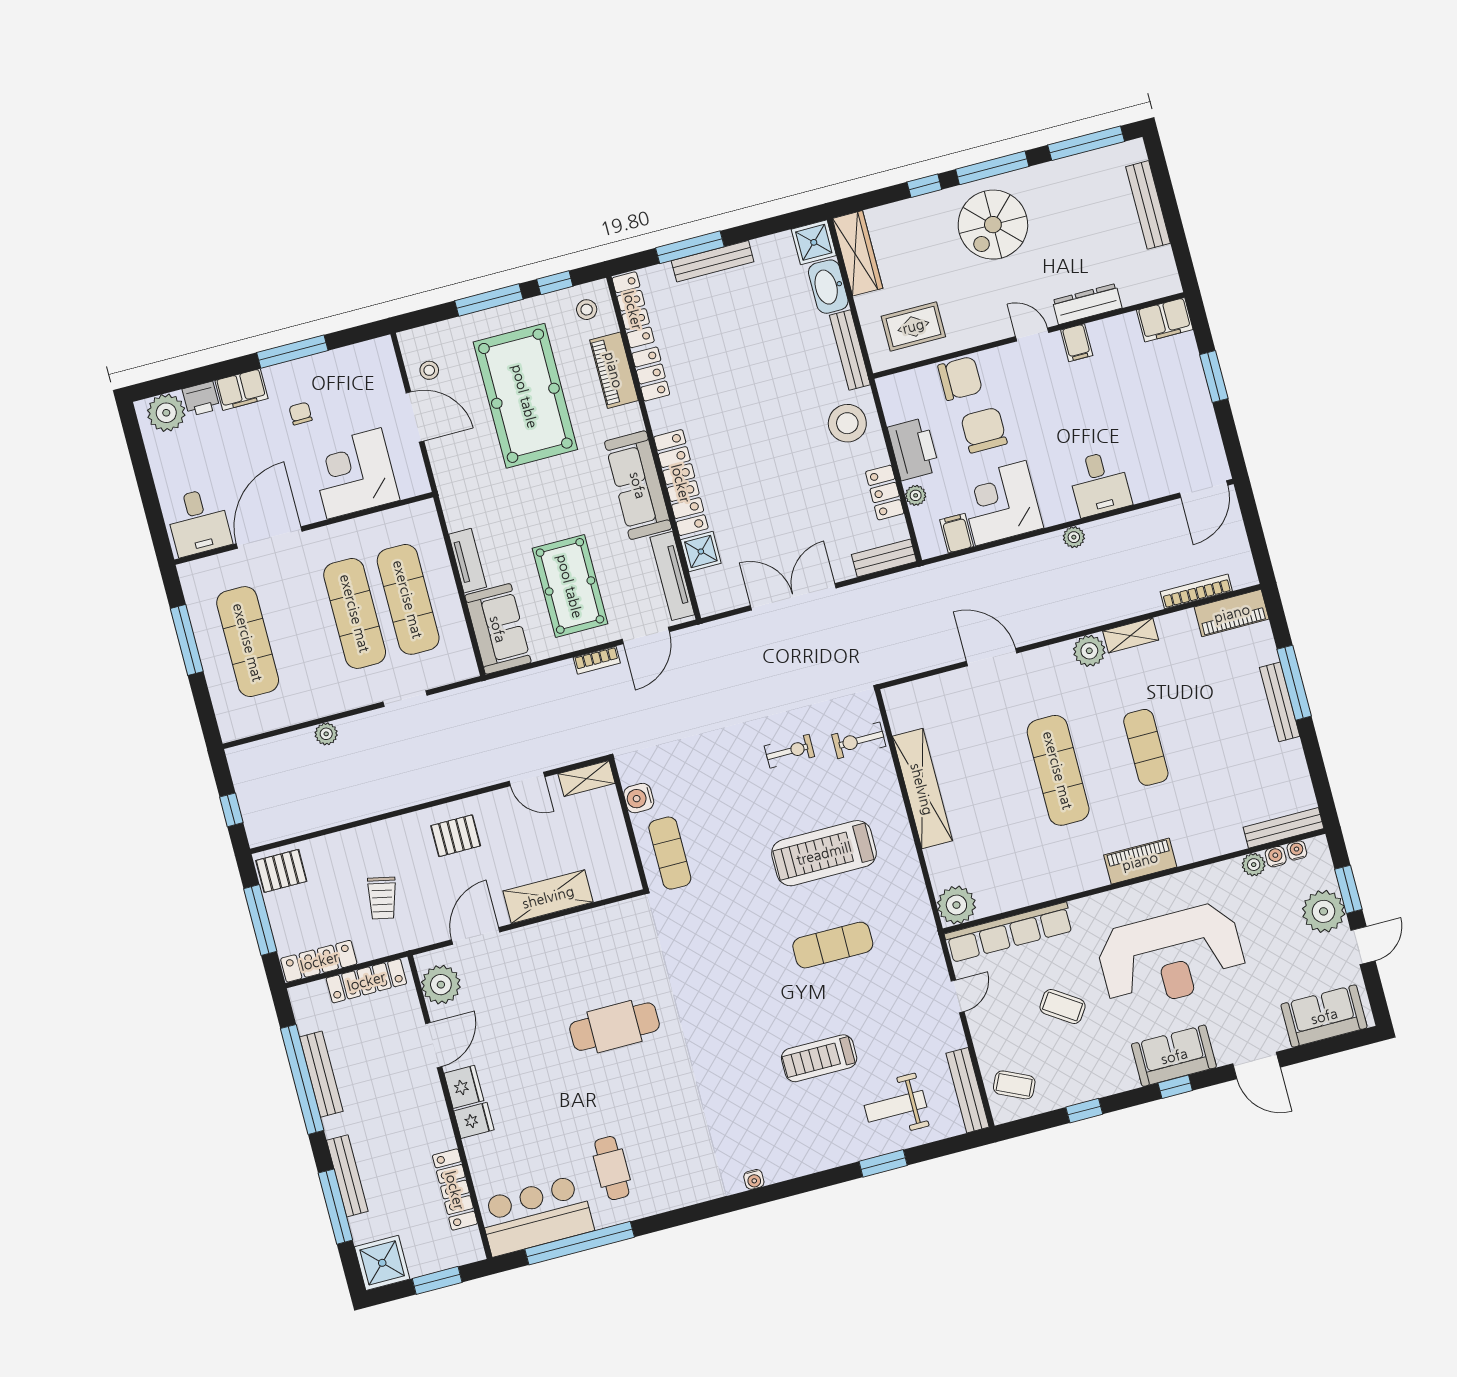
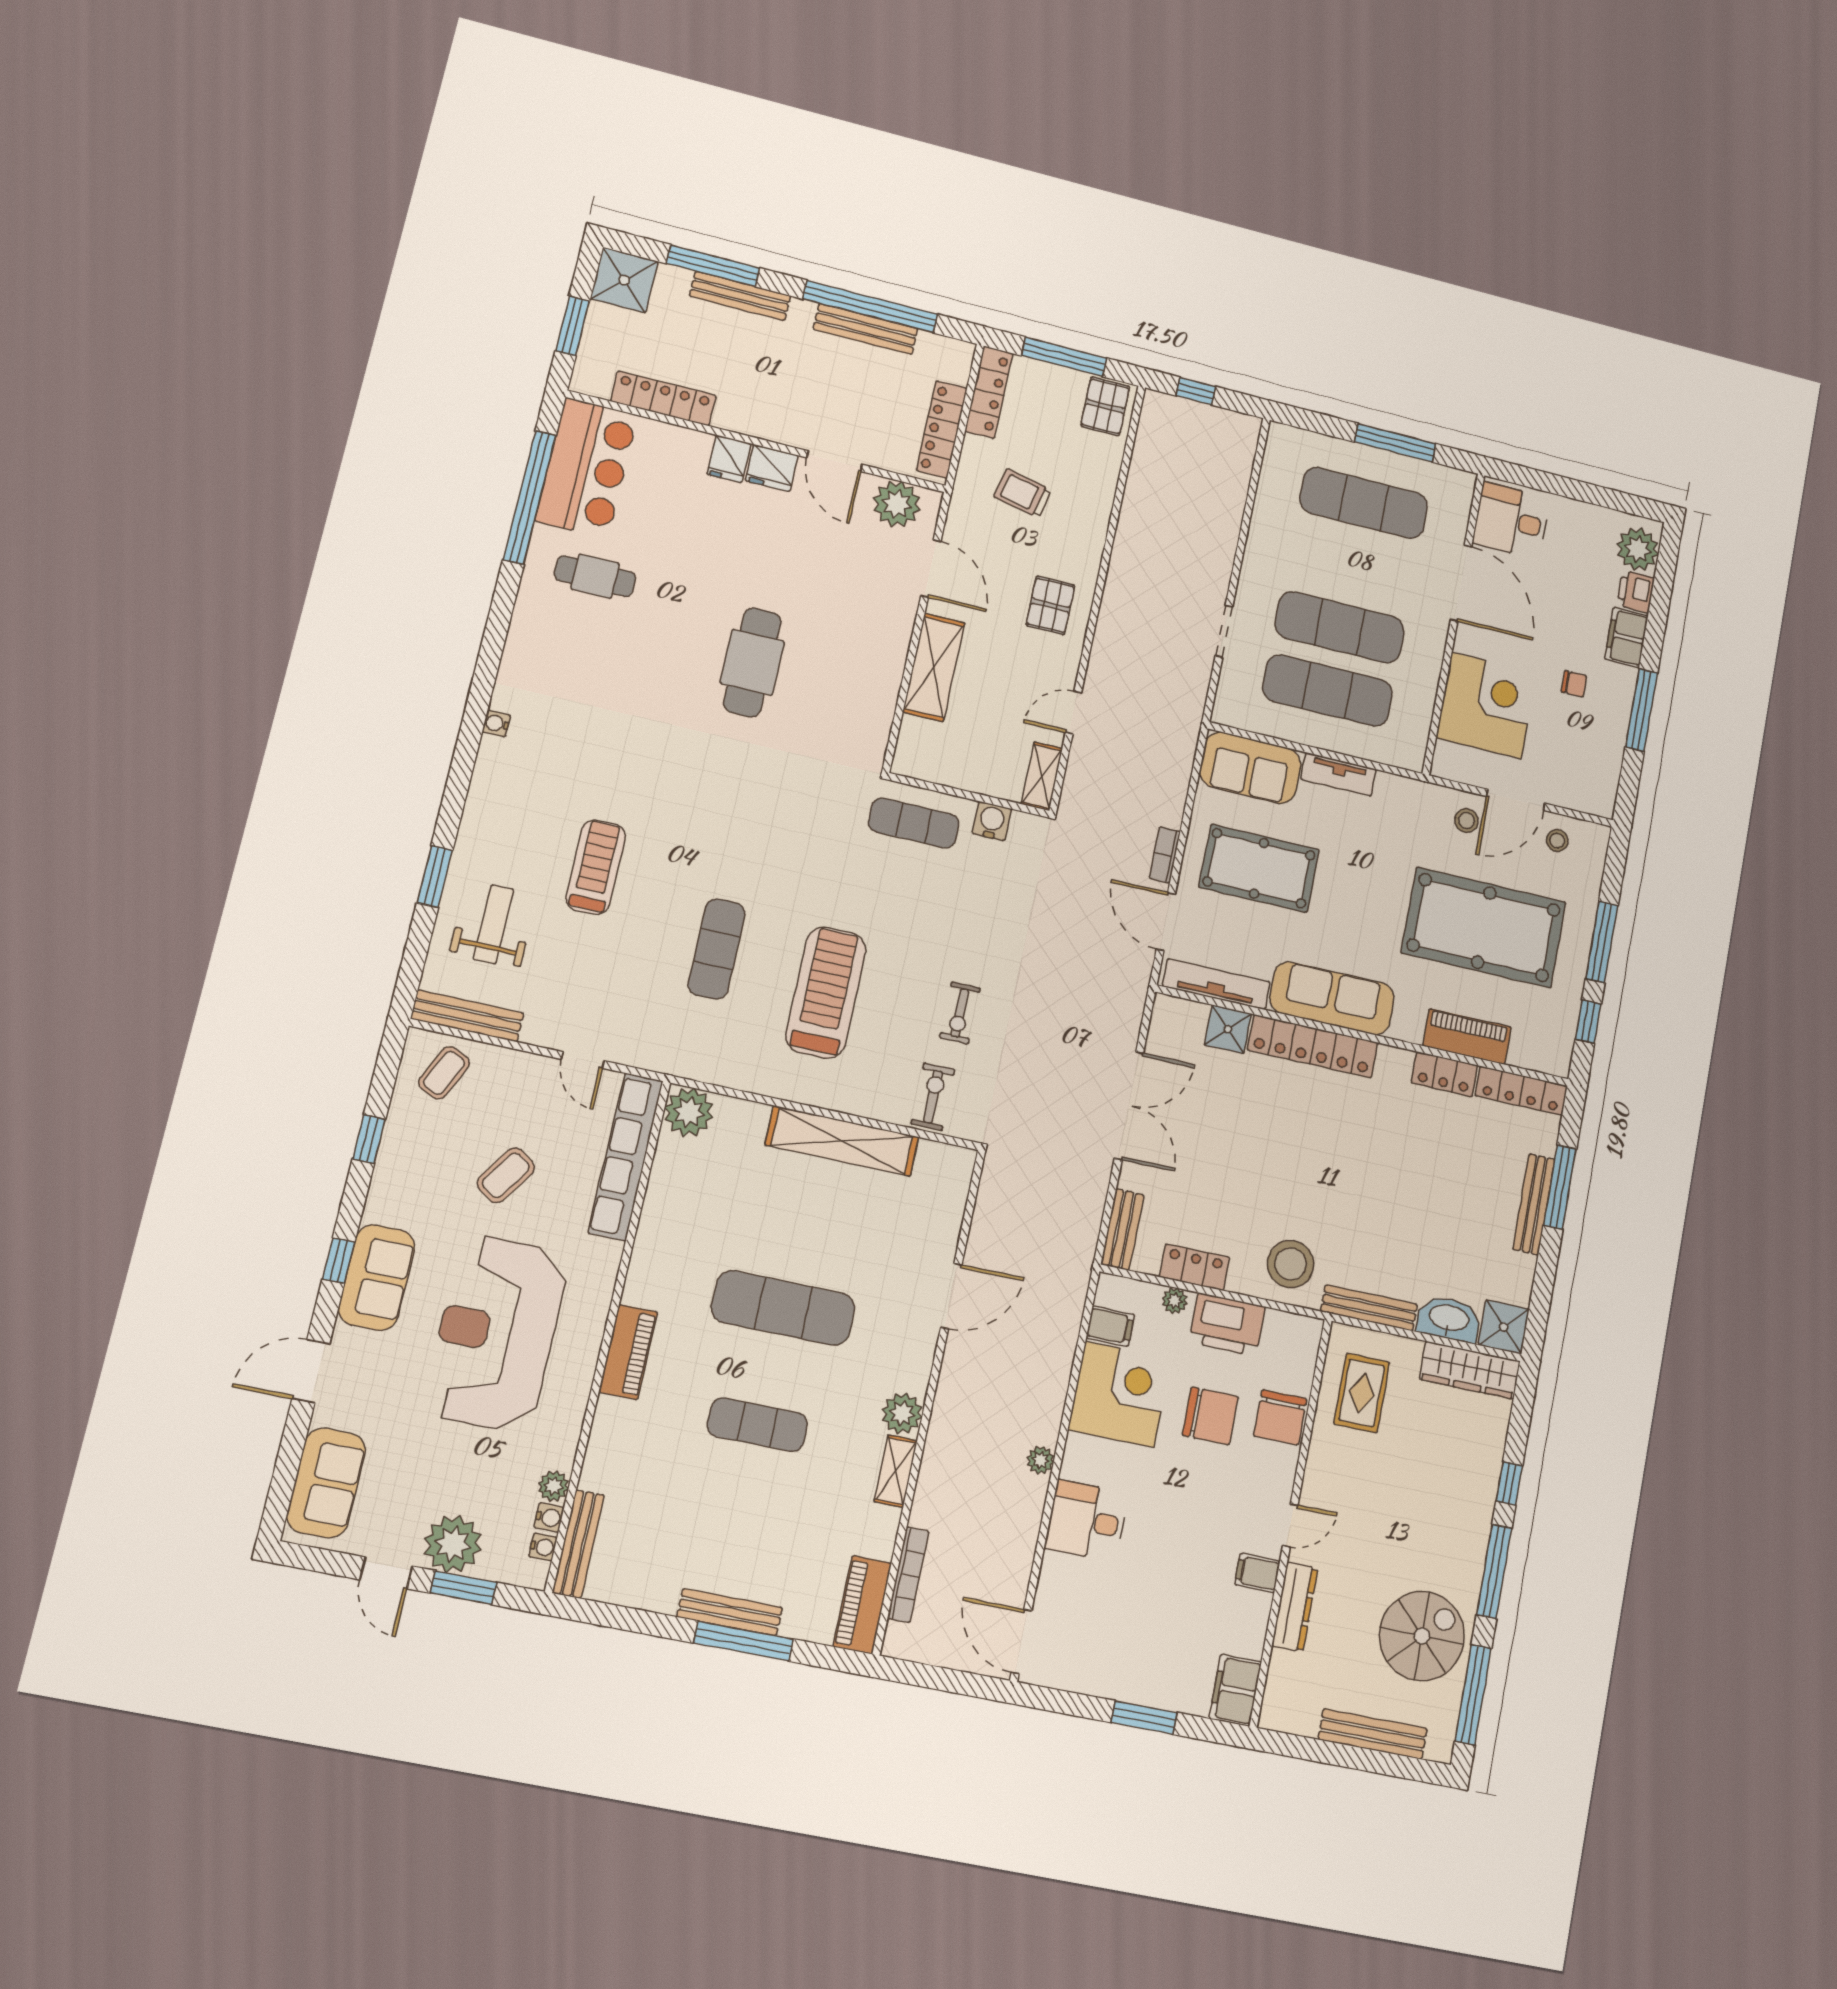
spiral stairs: (993, 225) -> (1422, 1636), moved, turned 90
stool: (587, 310) -> (1466, 821), moved
plant: (326, 734) -> (1227, 530), removed

